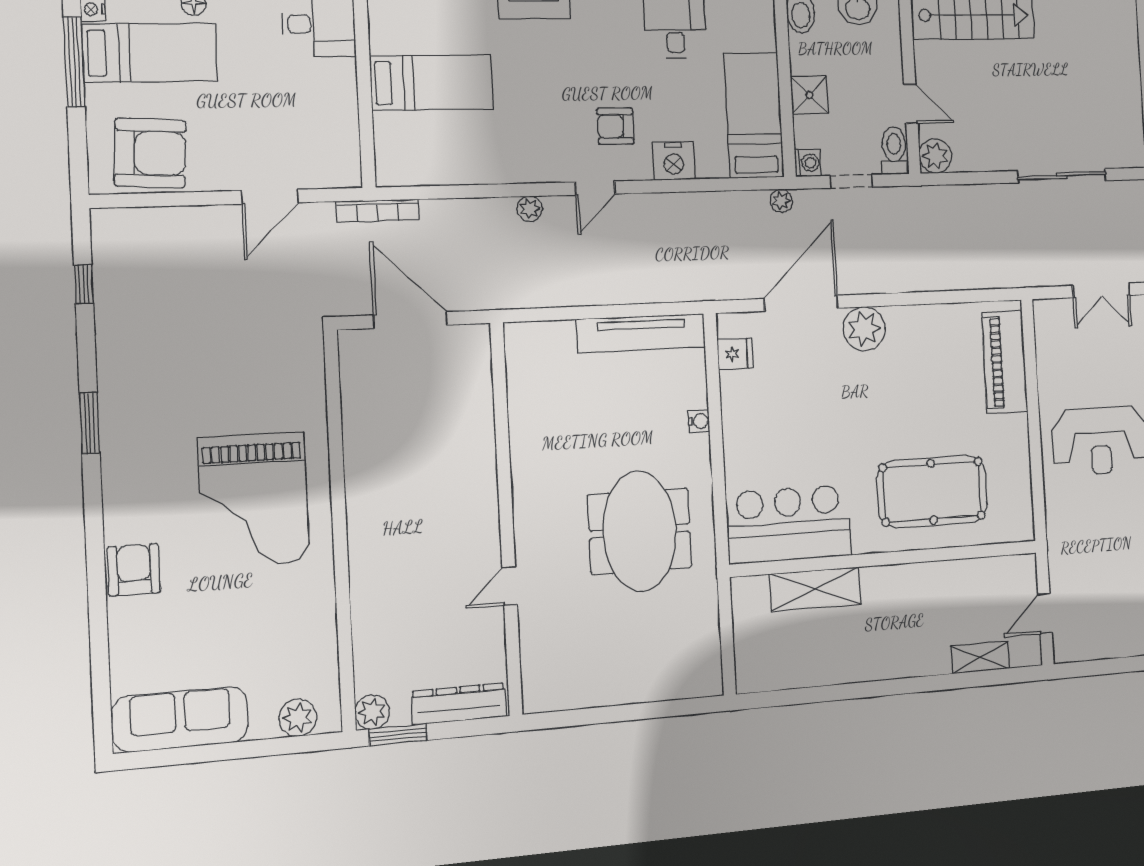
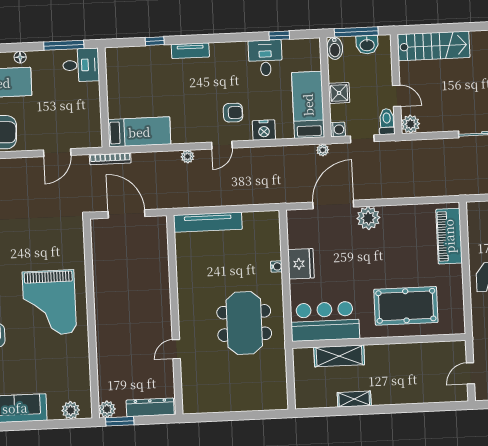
bed: (432, 83) -> (139, 132), moved
armchair: (615, 126) -> (233, 113), turned 180
tv unit: (641, 333) -> (208, 222), moved
fridge: (735, 354) -> (301, 264), moved, width x1.88, depth x1.34
shelving: (980, 657) -> (354, 399), moved

